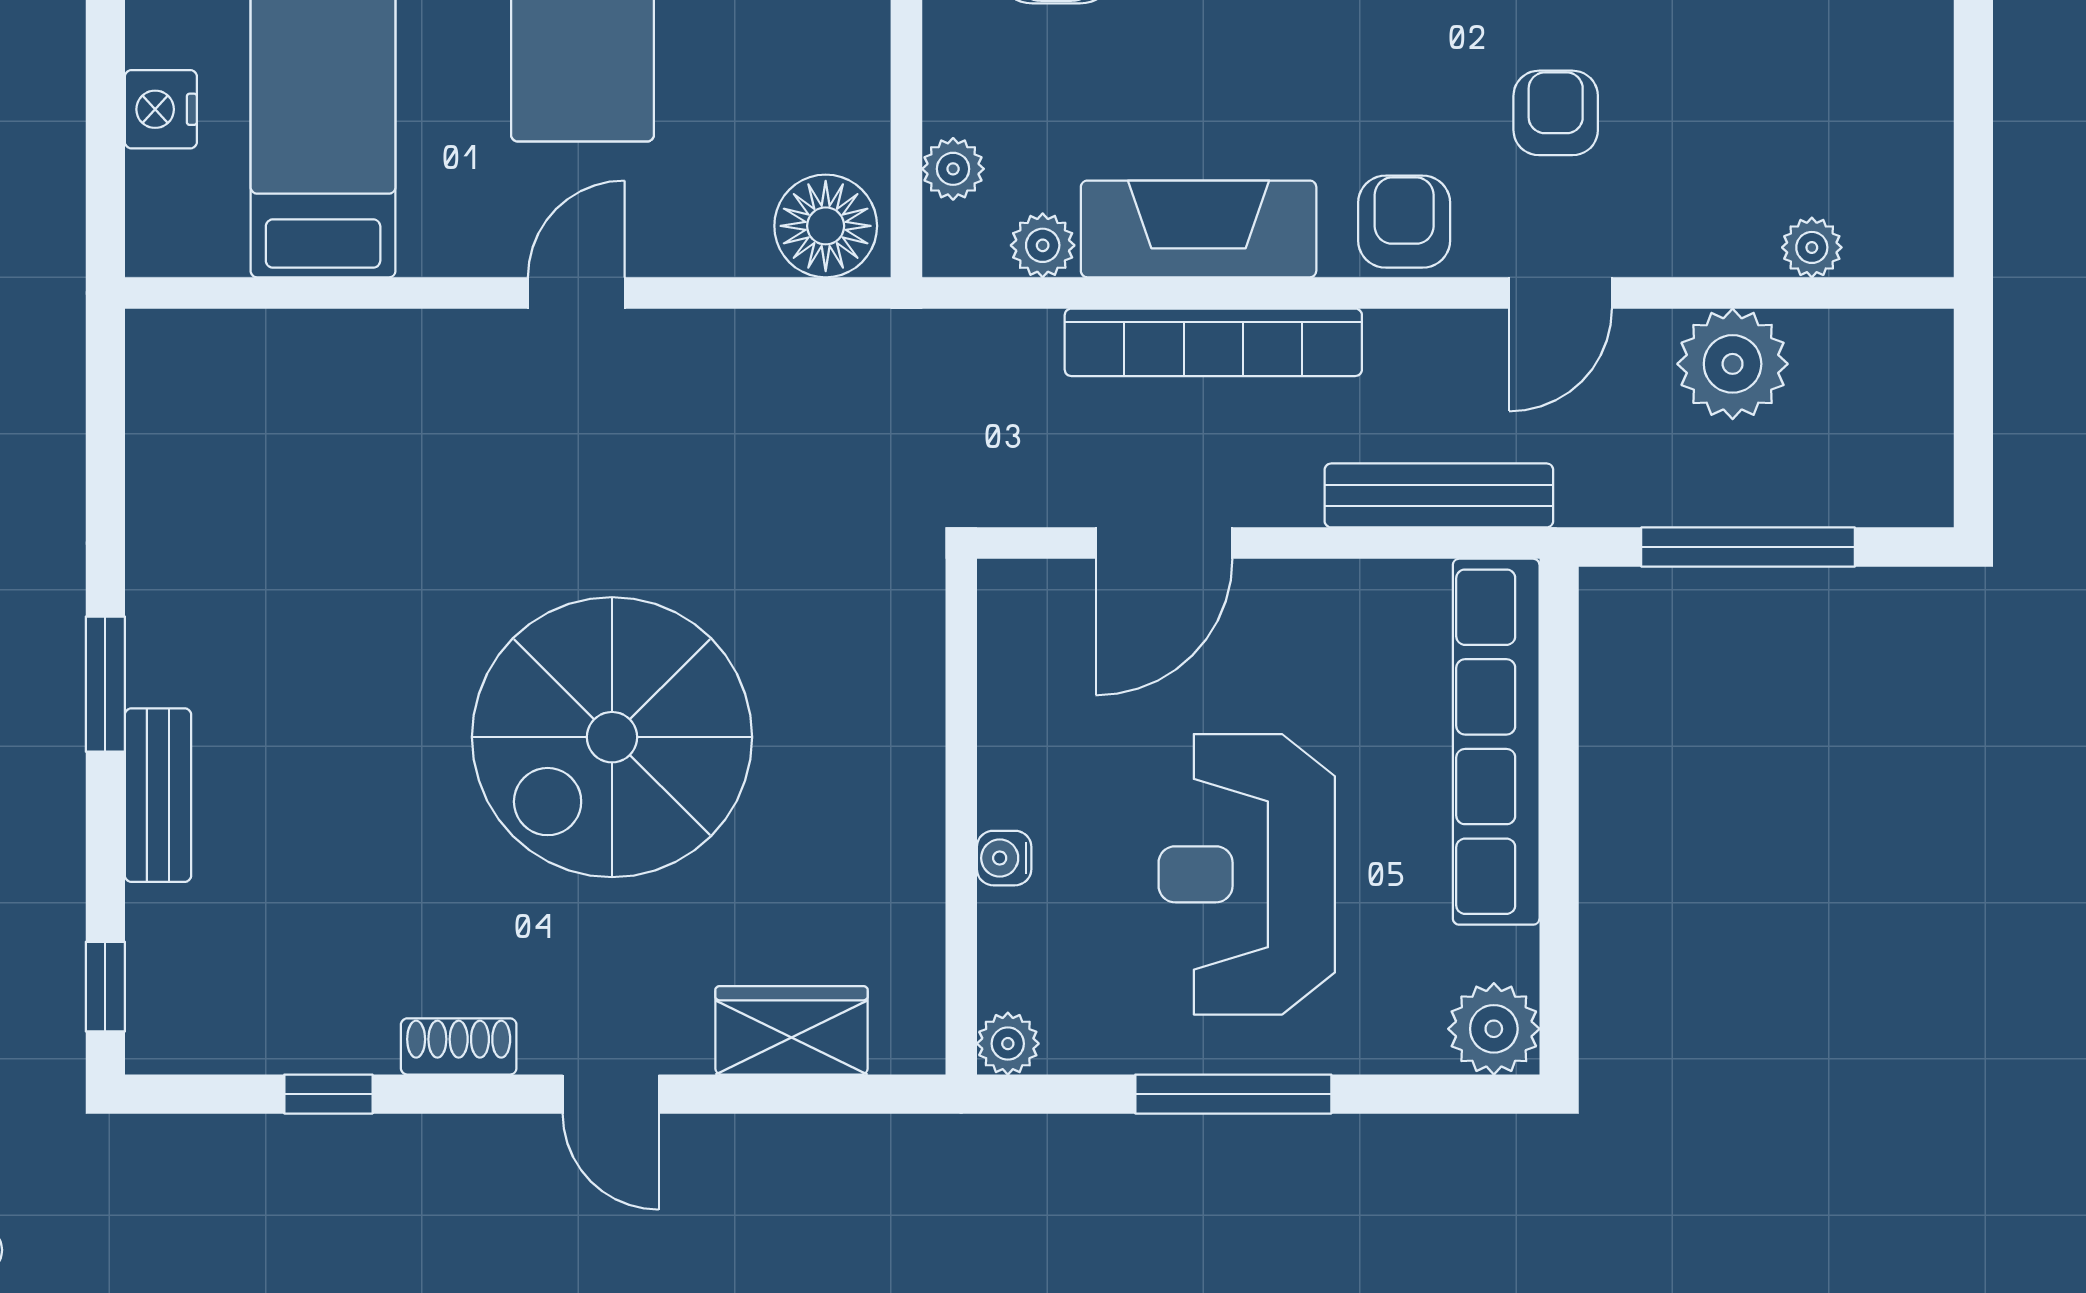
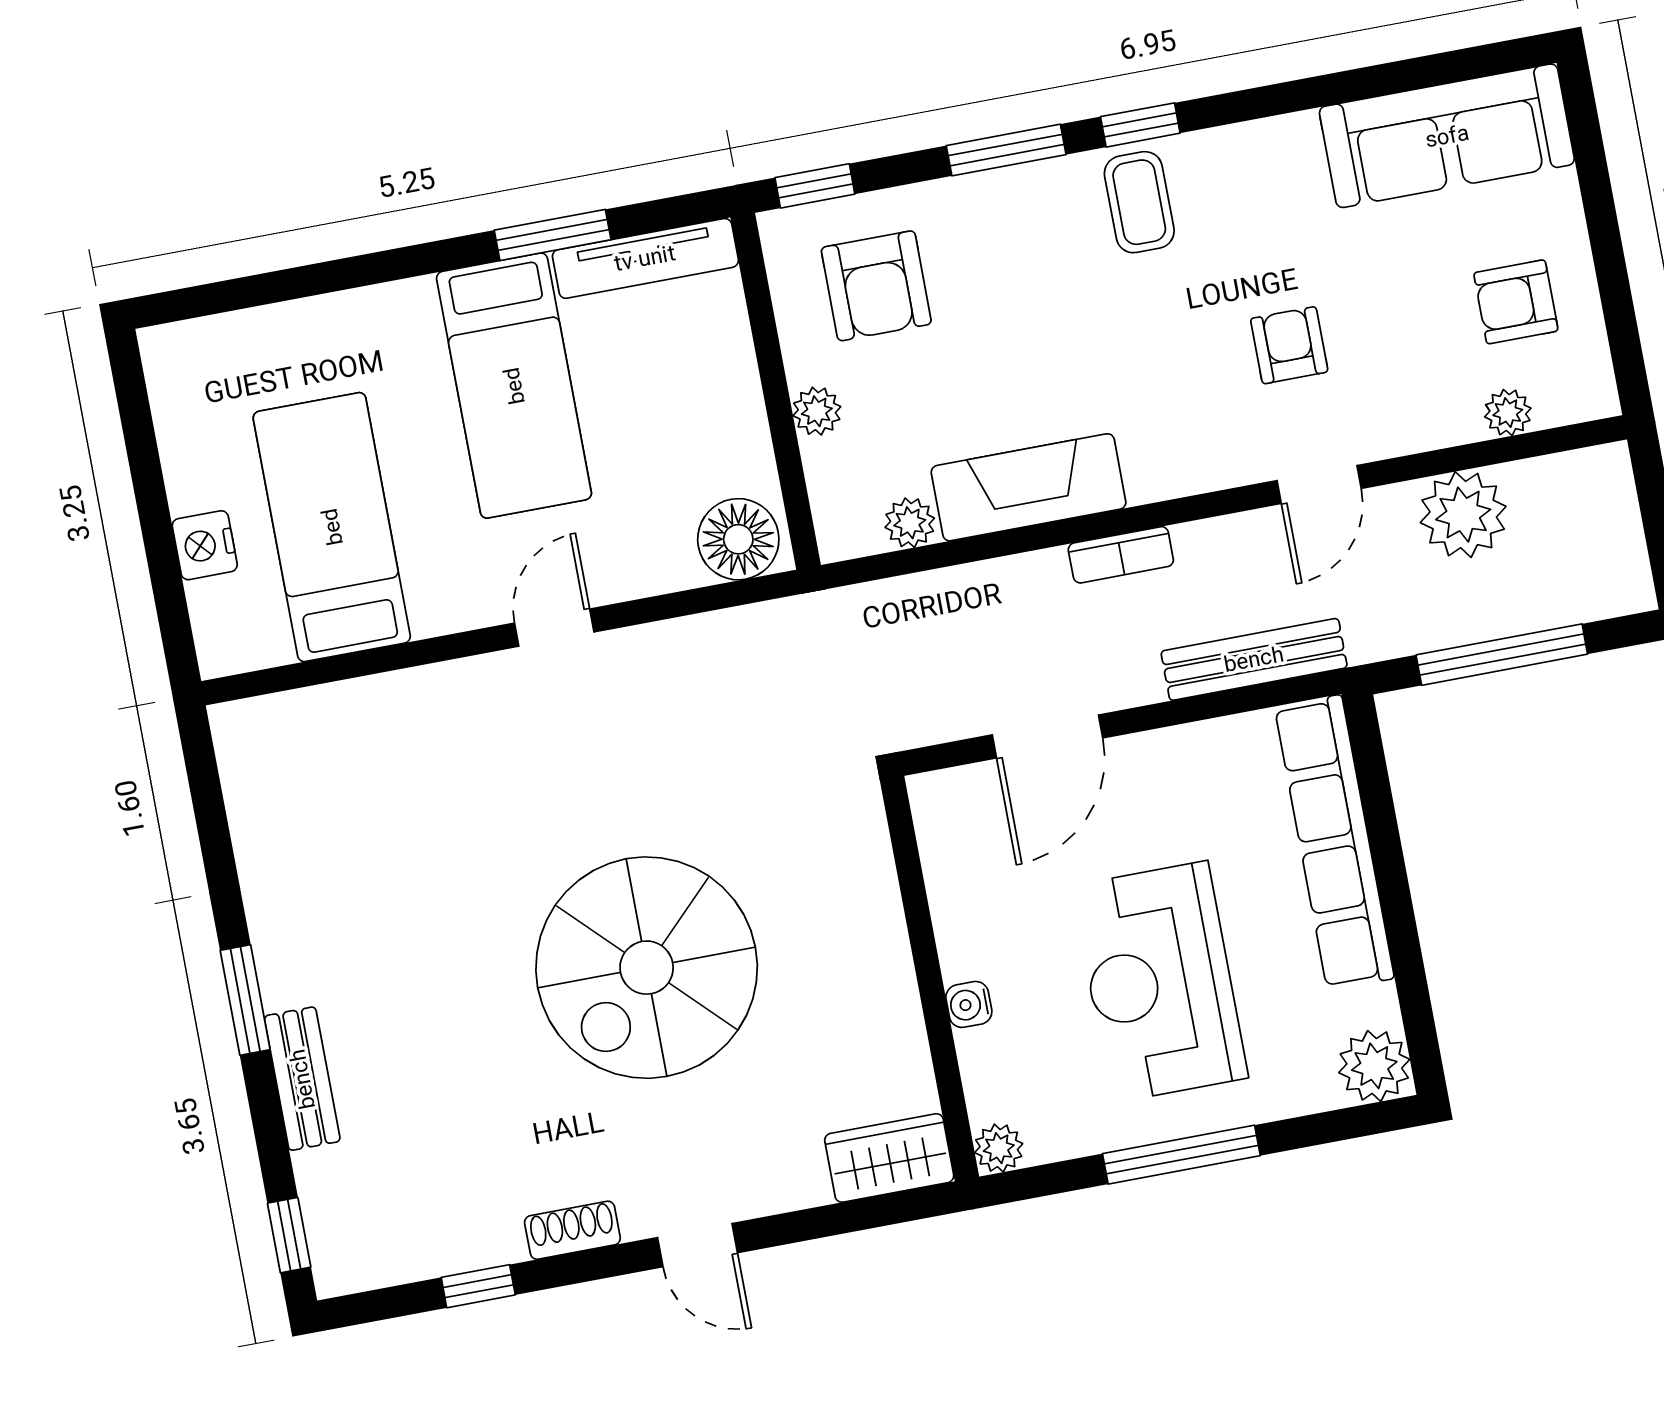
plant: (953, 169) -> (817, 411), moved
armchair: (1404, 222) -> (1516, 302), moved, turned -90
bookcase: (1213, 342) -> (1121, 555), width x0.43, depth x0.76
wardrobe: (791, 1030) -> (889, 1158), moved

